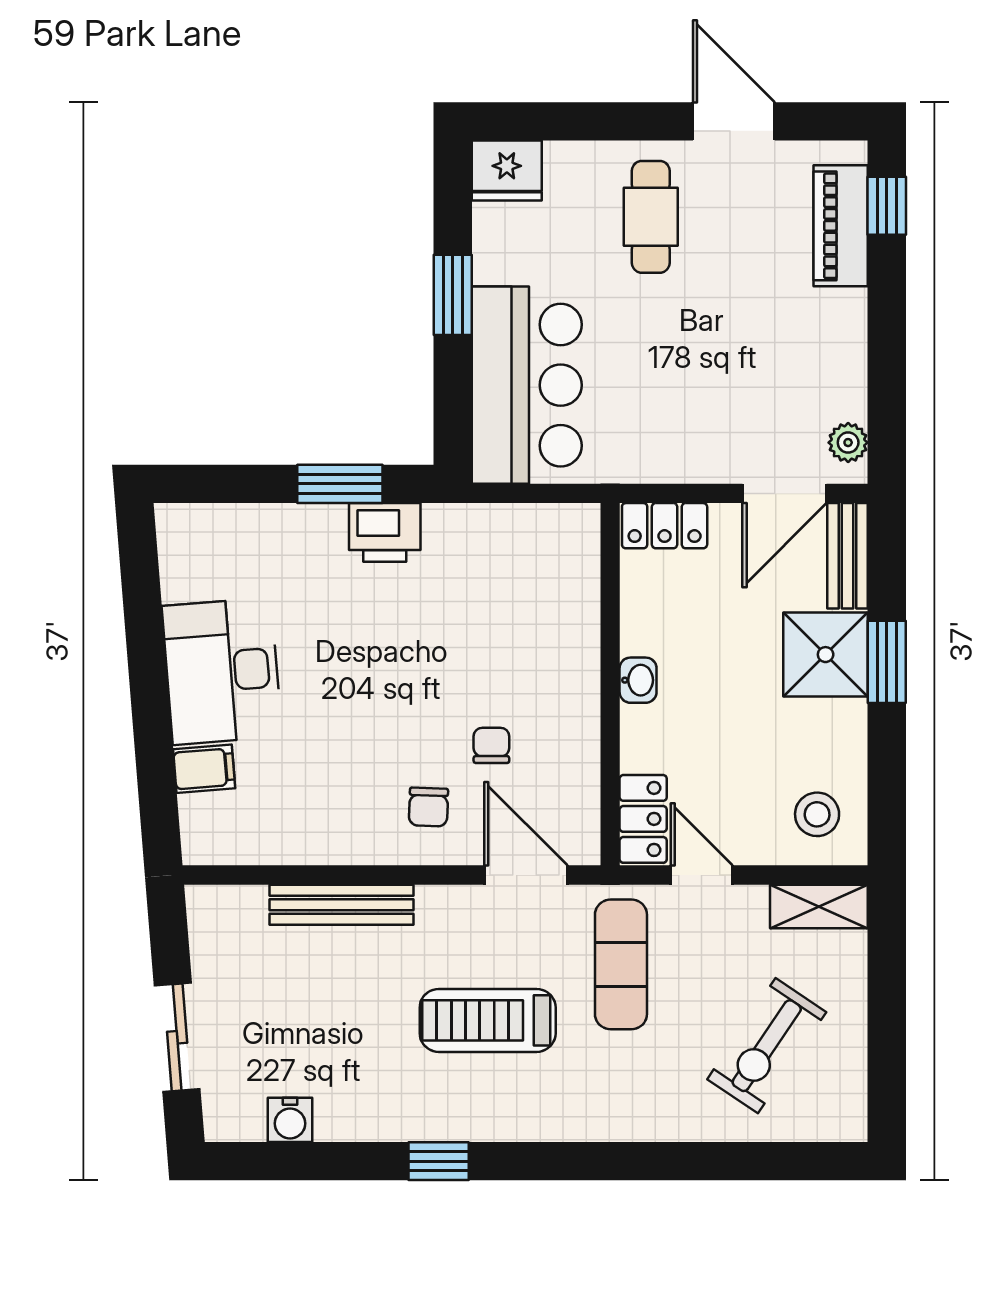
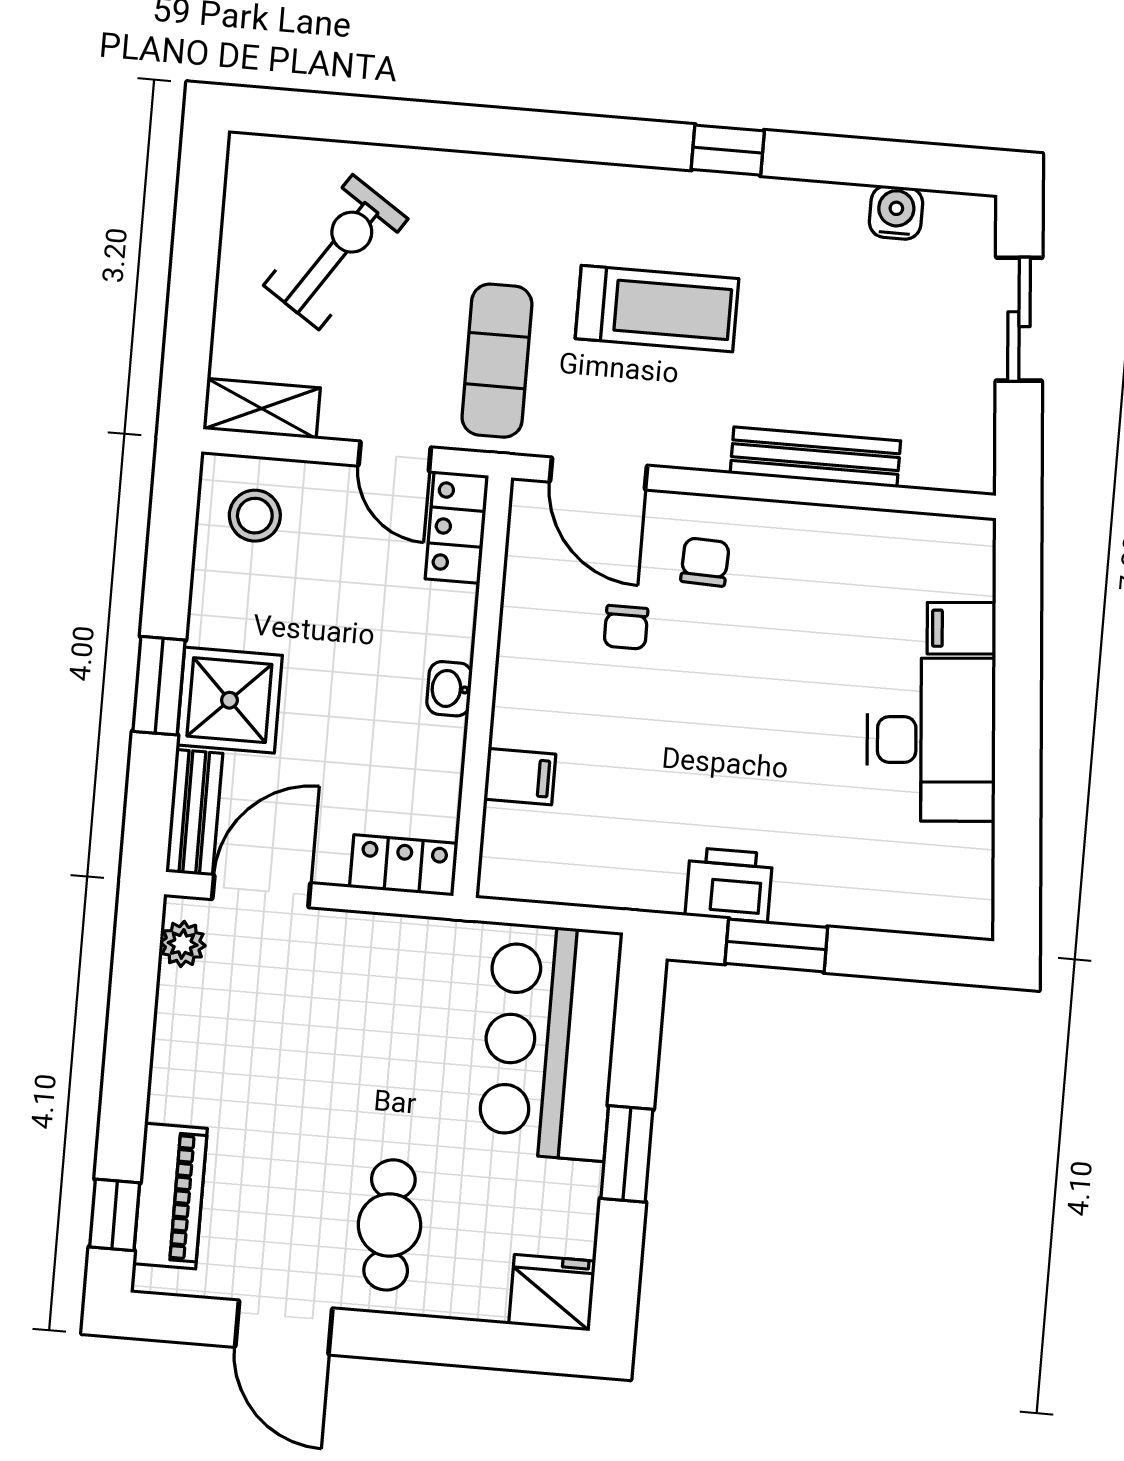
filing cabinet: (571, 610) -> (520, 777), added

